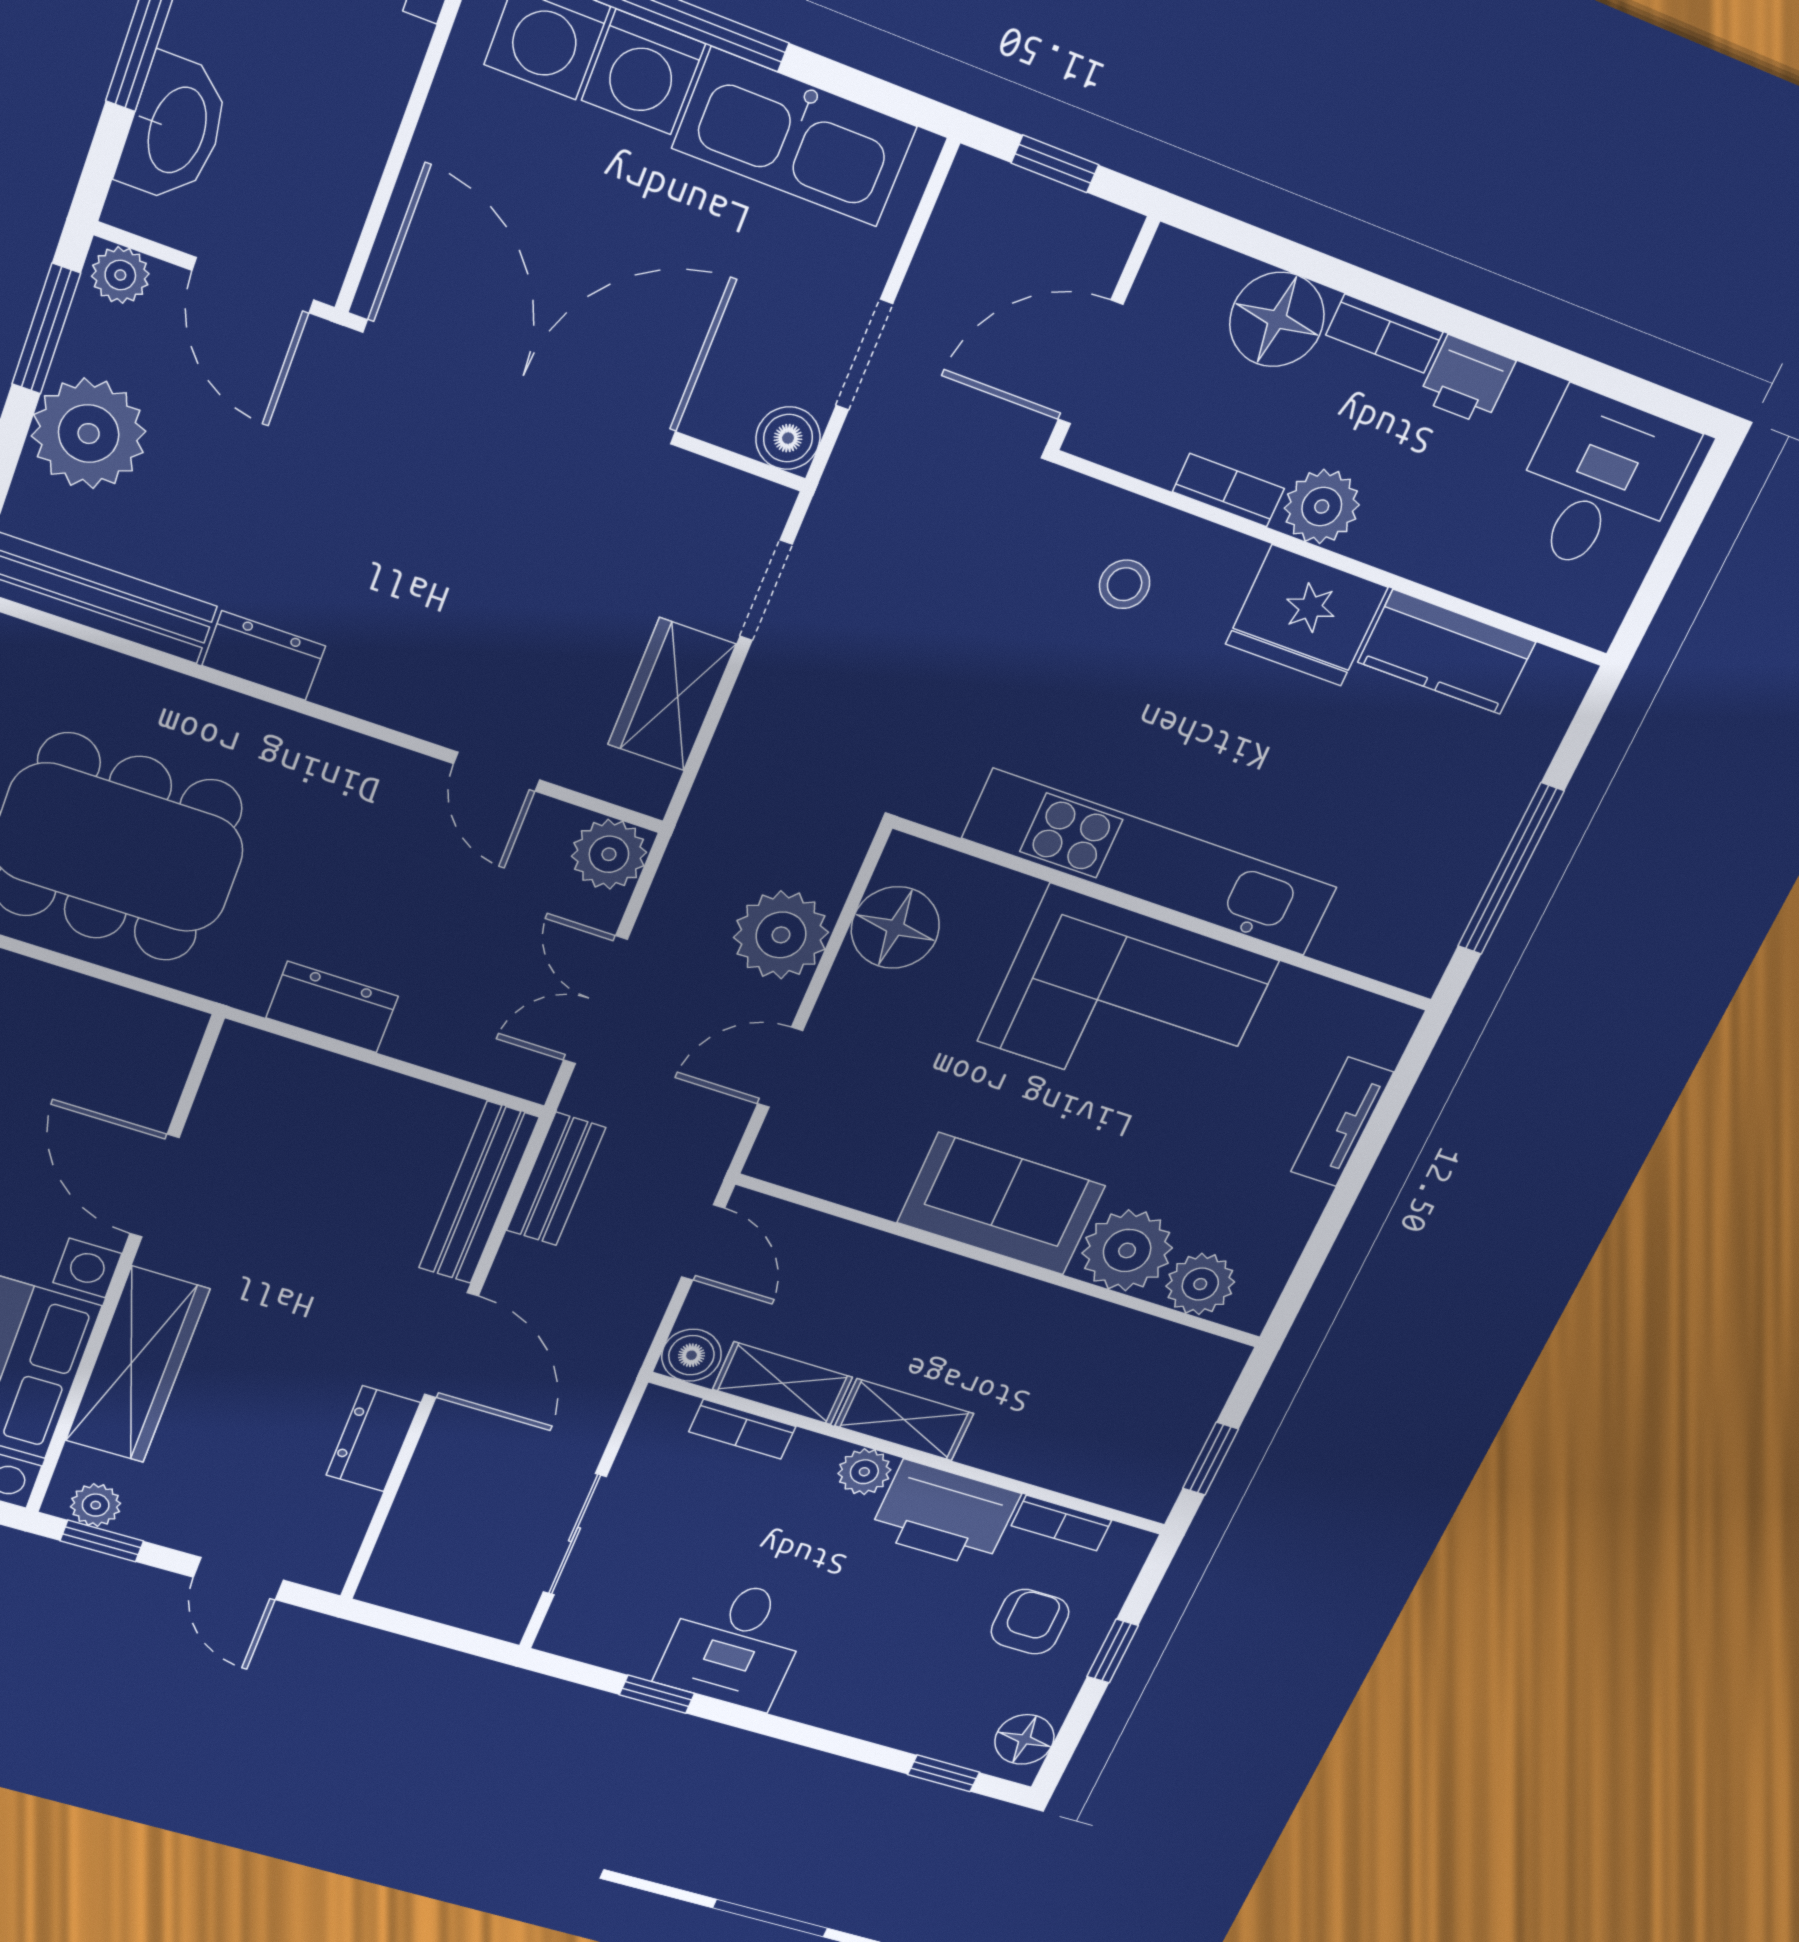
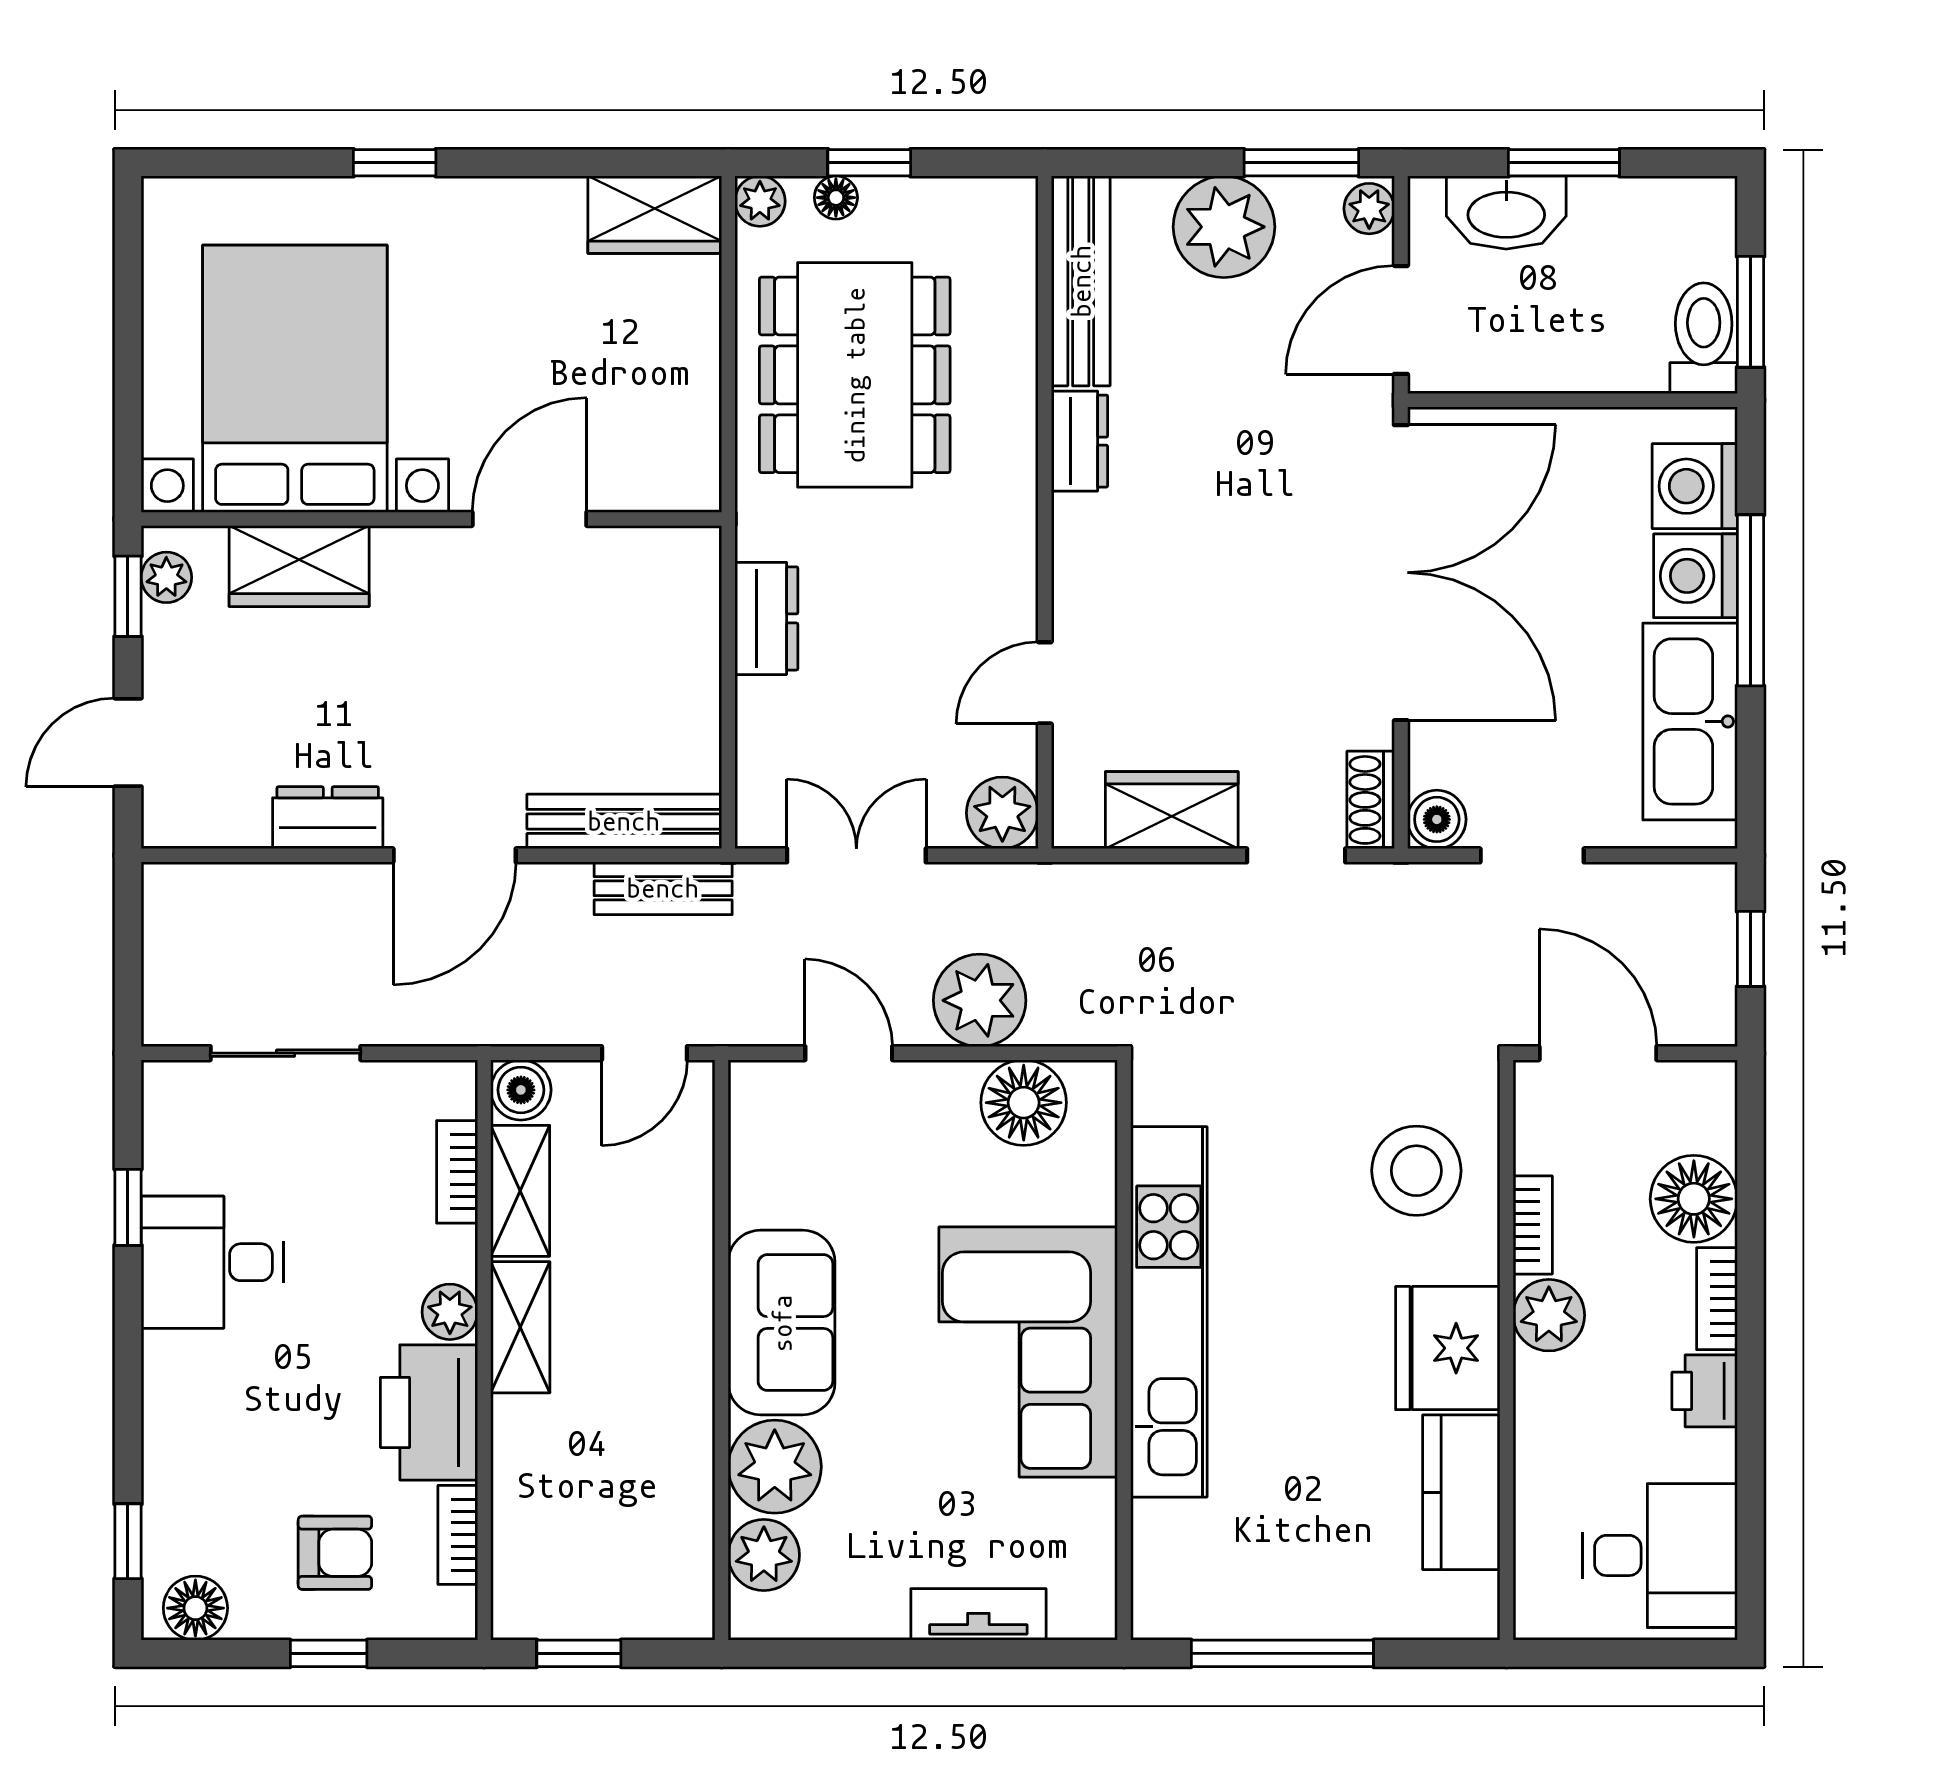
shoe rack: (741, 497) -> (1371, 800), added
stool: (1125, 584) -> (1416, 1171), width x1.89, depth x1.89
wardrobe: (137, 1365) -> (299, 566), width x0.67

